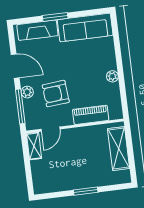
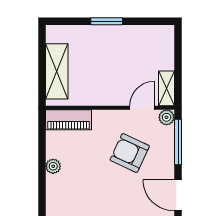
plant: (27, 92) -> (167, 117), moved
armchair: (56, 94) -> (130, 153), turned -150
piano: (91, 115) -> (69, 120), moved

